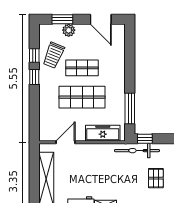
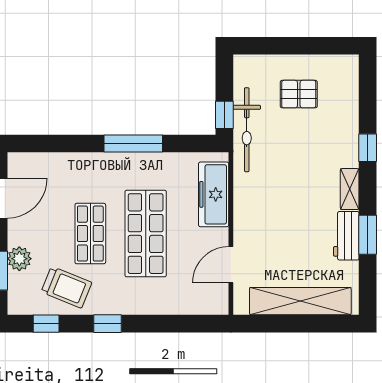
window: (34, 56) -> (46, 324), moved
window: (130, 108) -> (133, 143), moved
door: (65, 142) -> (231, 265), hinge flipped

